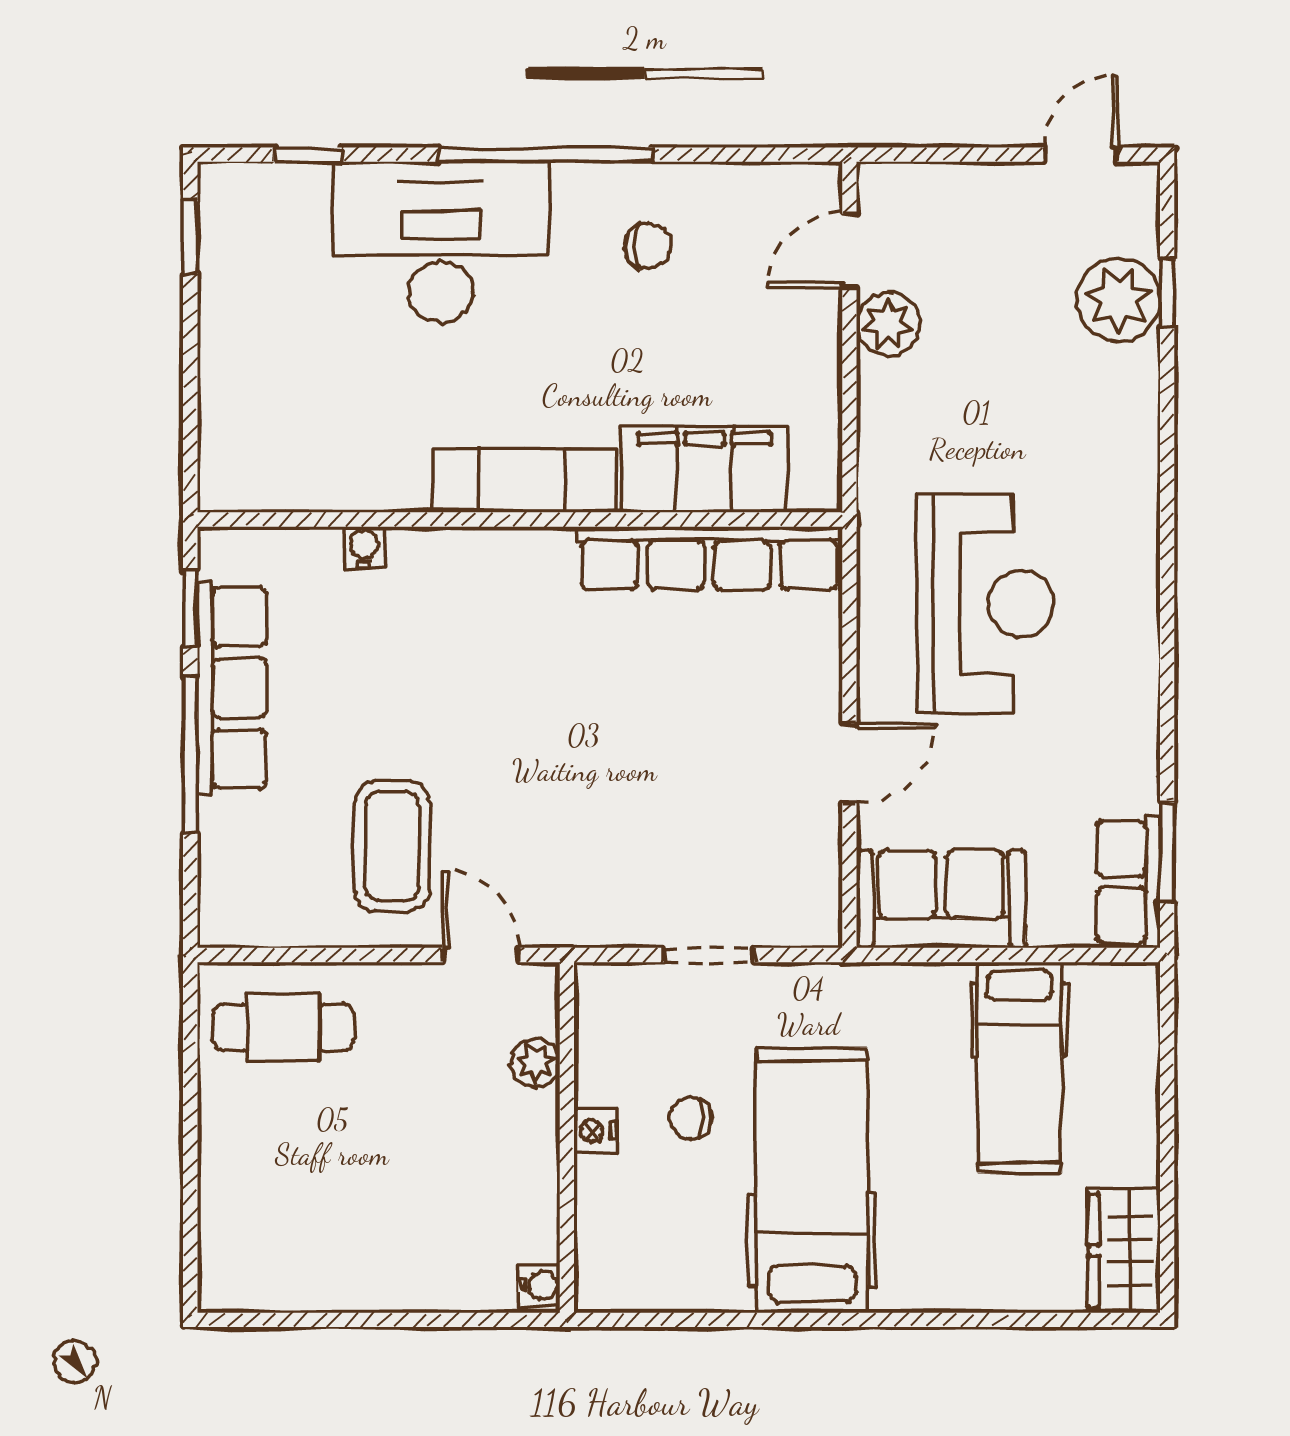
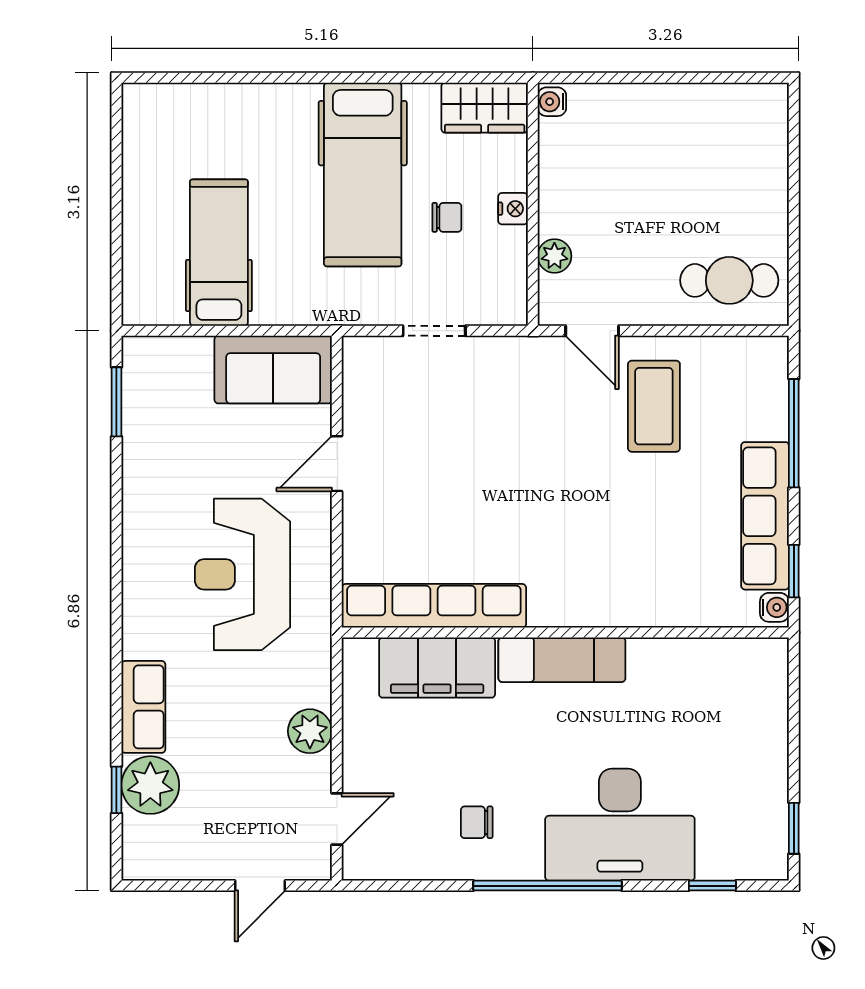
door: (1081, 155) -> (260, 886), moved
plant: (888, 324) -> (310, 731), moved
water cooler: (364, 547) -> (774, 607), moved, turned -90
window: (190, 755) -> (794, 433), moved
row of seats: (1128, 882) -> (143, 707), moved
wardrobe: (1124, 1250) -> (485, 108), moved, turned 90

